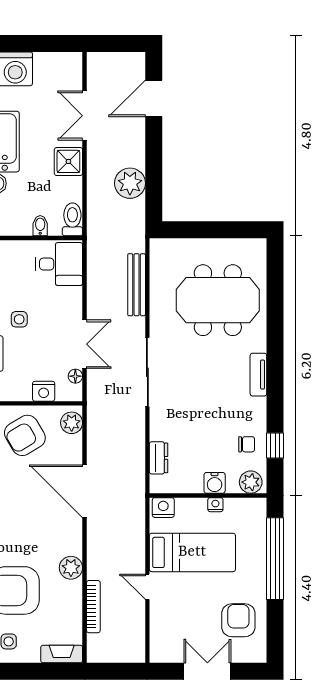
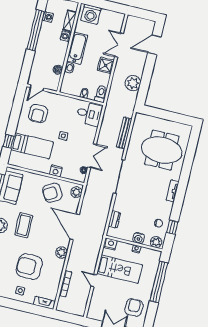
nightstand: (44, 391) -> (56, 171), moved
plant: (71, 568) -> (61, 252), moved

